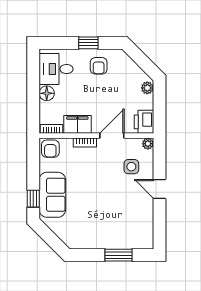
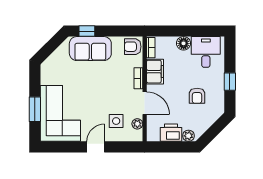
armchair: (99, 66) -> (197, 96), moved, turned -90
printer: (144, 122) -> (171, 133), moved
plant: (148, 144) -> (137, 124), moved
corner sofa: (123, 227) -> (60, 113), added

